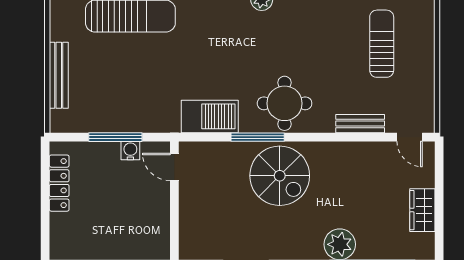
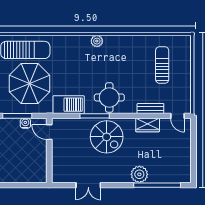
parasol: (138, 78) -> (29, 83), added
wardrobe: (422, 210) -> (148, 125), moved, turned -90

